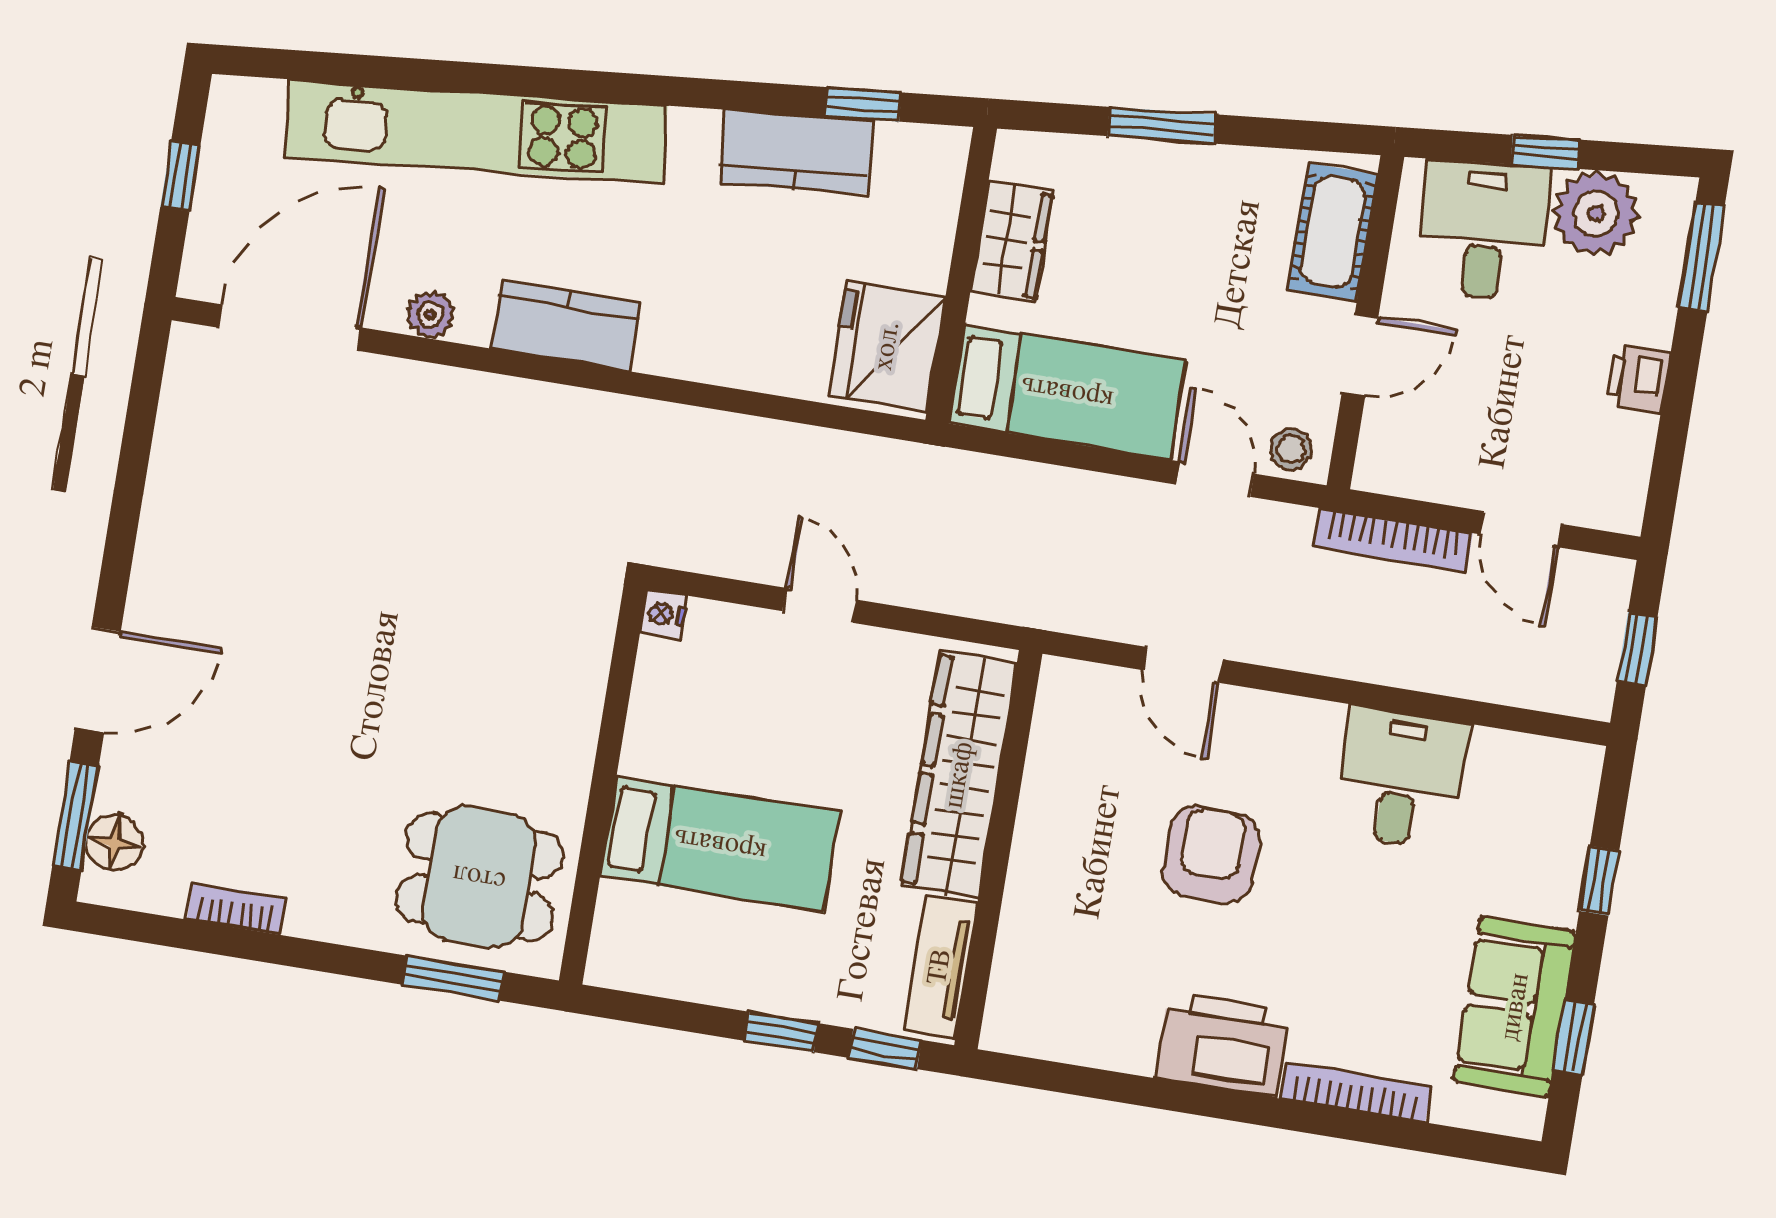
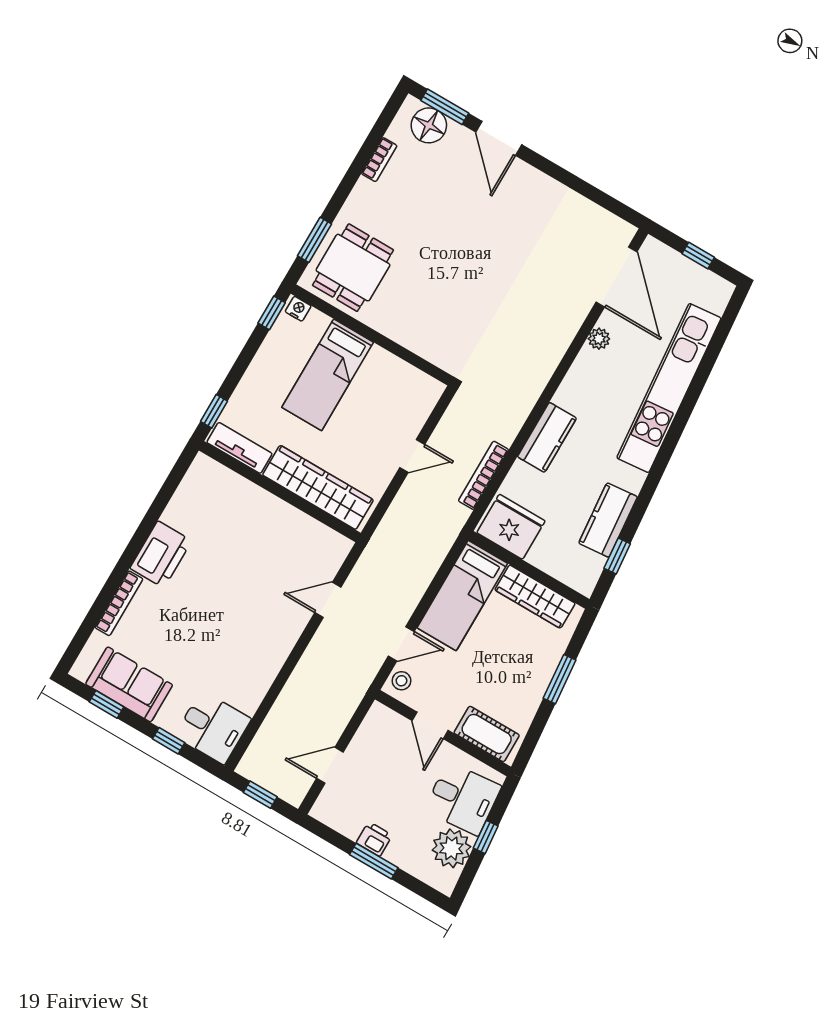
wardrobe: (1012, 241) -> (535, 597), width x1.50
window: (1701, 257) -> (374, 861), moved
kitchen counter: (566, 325) -> (547, 437), moved
bookcase: (1393, 540) -> (483, 475), moved
nightstand: (664, 614) -> (298, 309), moved
desk: (1401, 778) -> (213, 727), moved
floor lamp: (115, 842) -> (429, 125), width x1.38, depth x1.38
armchair: (1211, 854) -> (243, 581), removed
window: (782, 1032) -> (272, 313), moved

